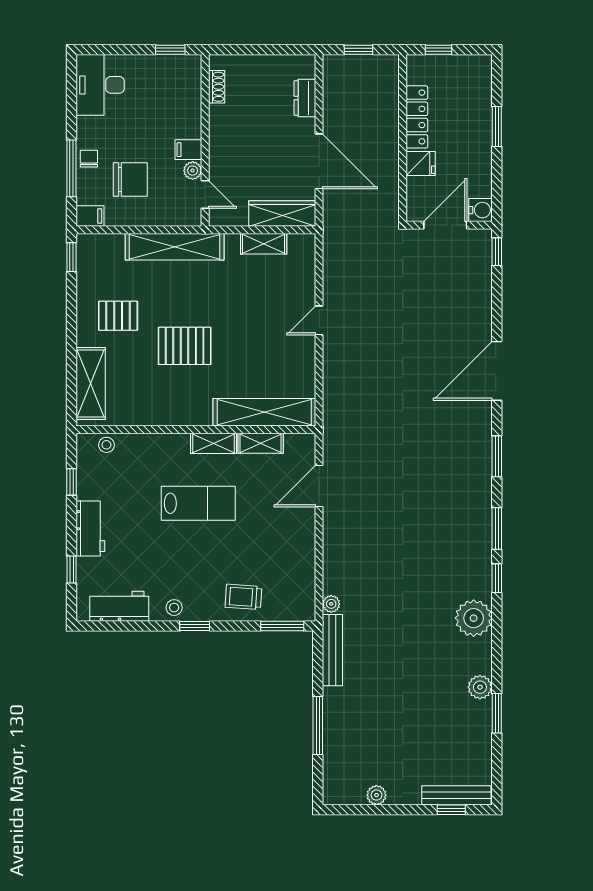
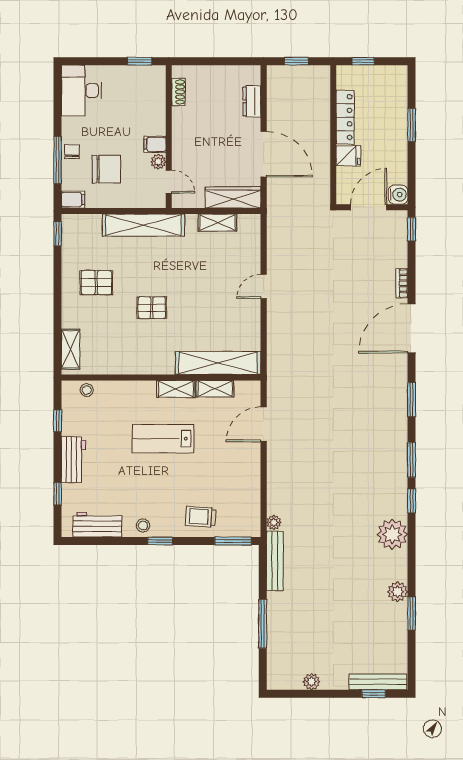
bookcase: (485, 317) -> (402, 283), added
pallet: (185, 346) -> (152, 308), width x0.67, depth x0.71
shelving: (91, 384) -> (71, 349), width x0.67, depth x0.75
lab bench: (198, 503) -> (163, 439), turned 180

